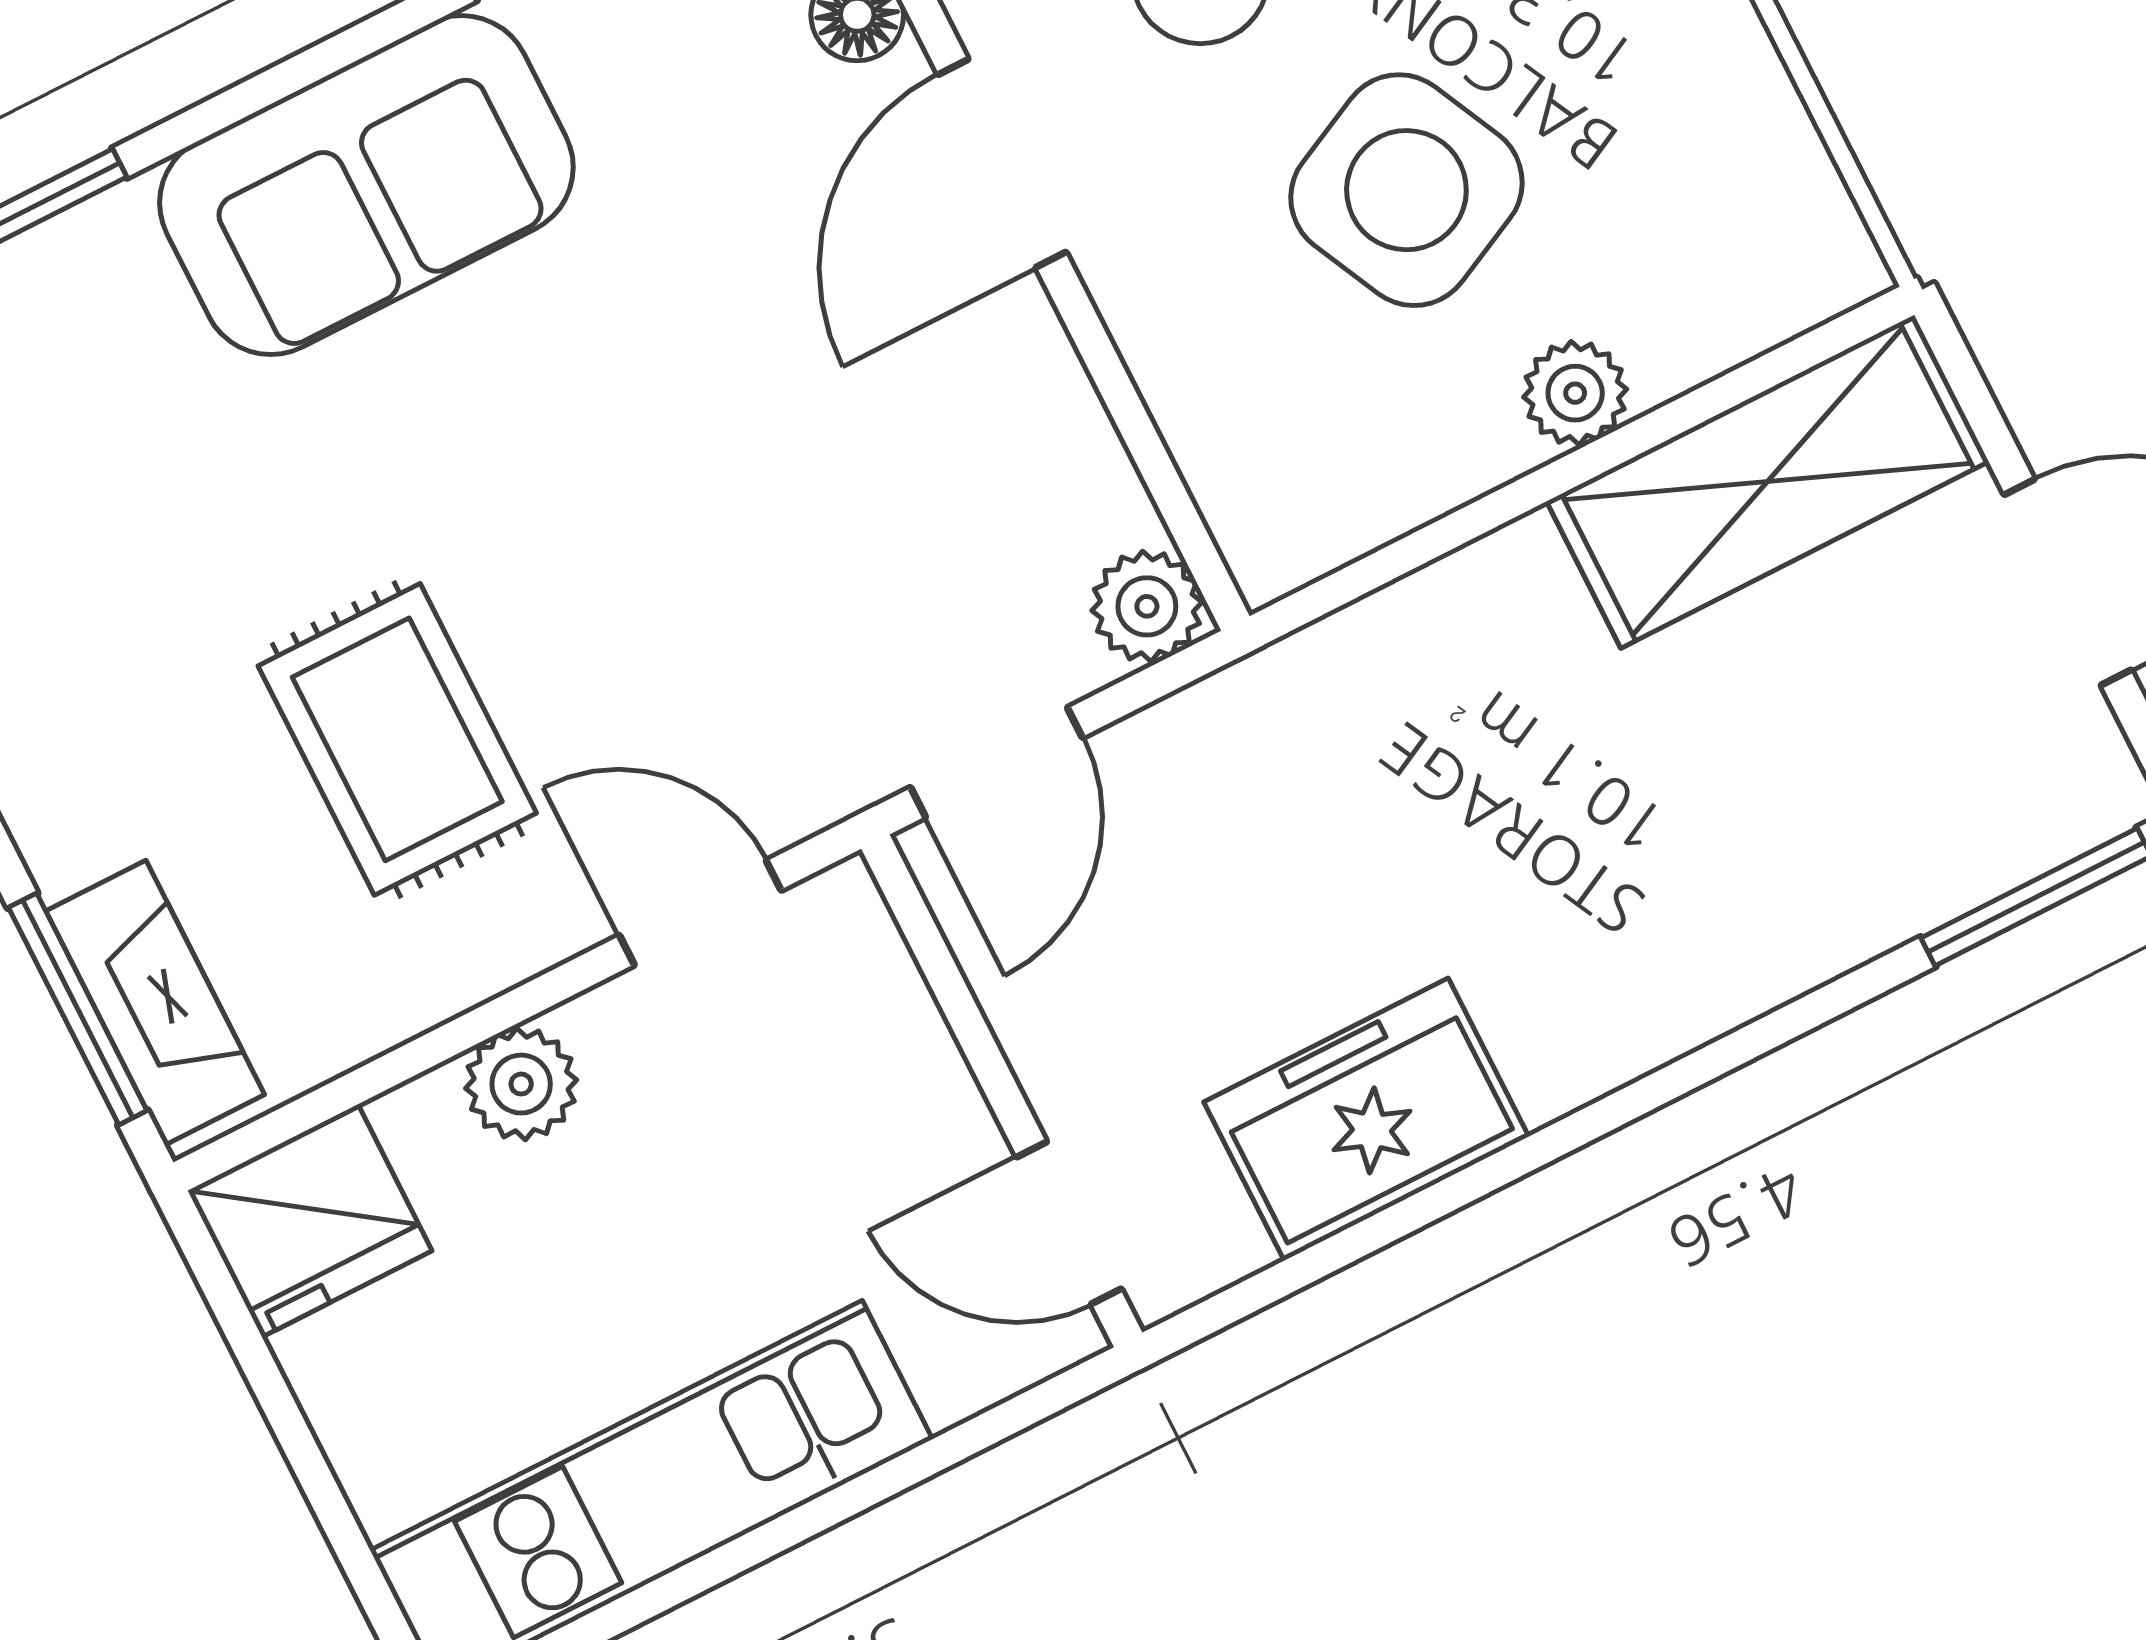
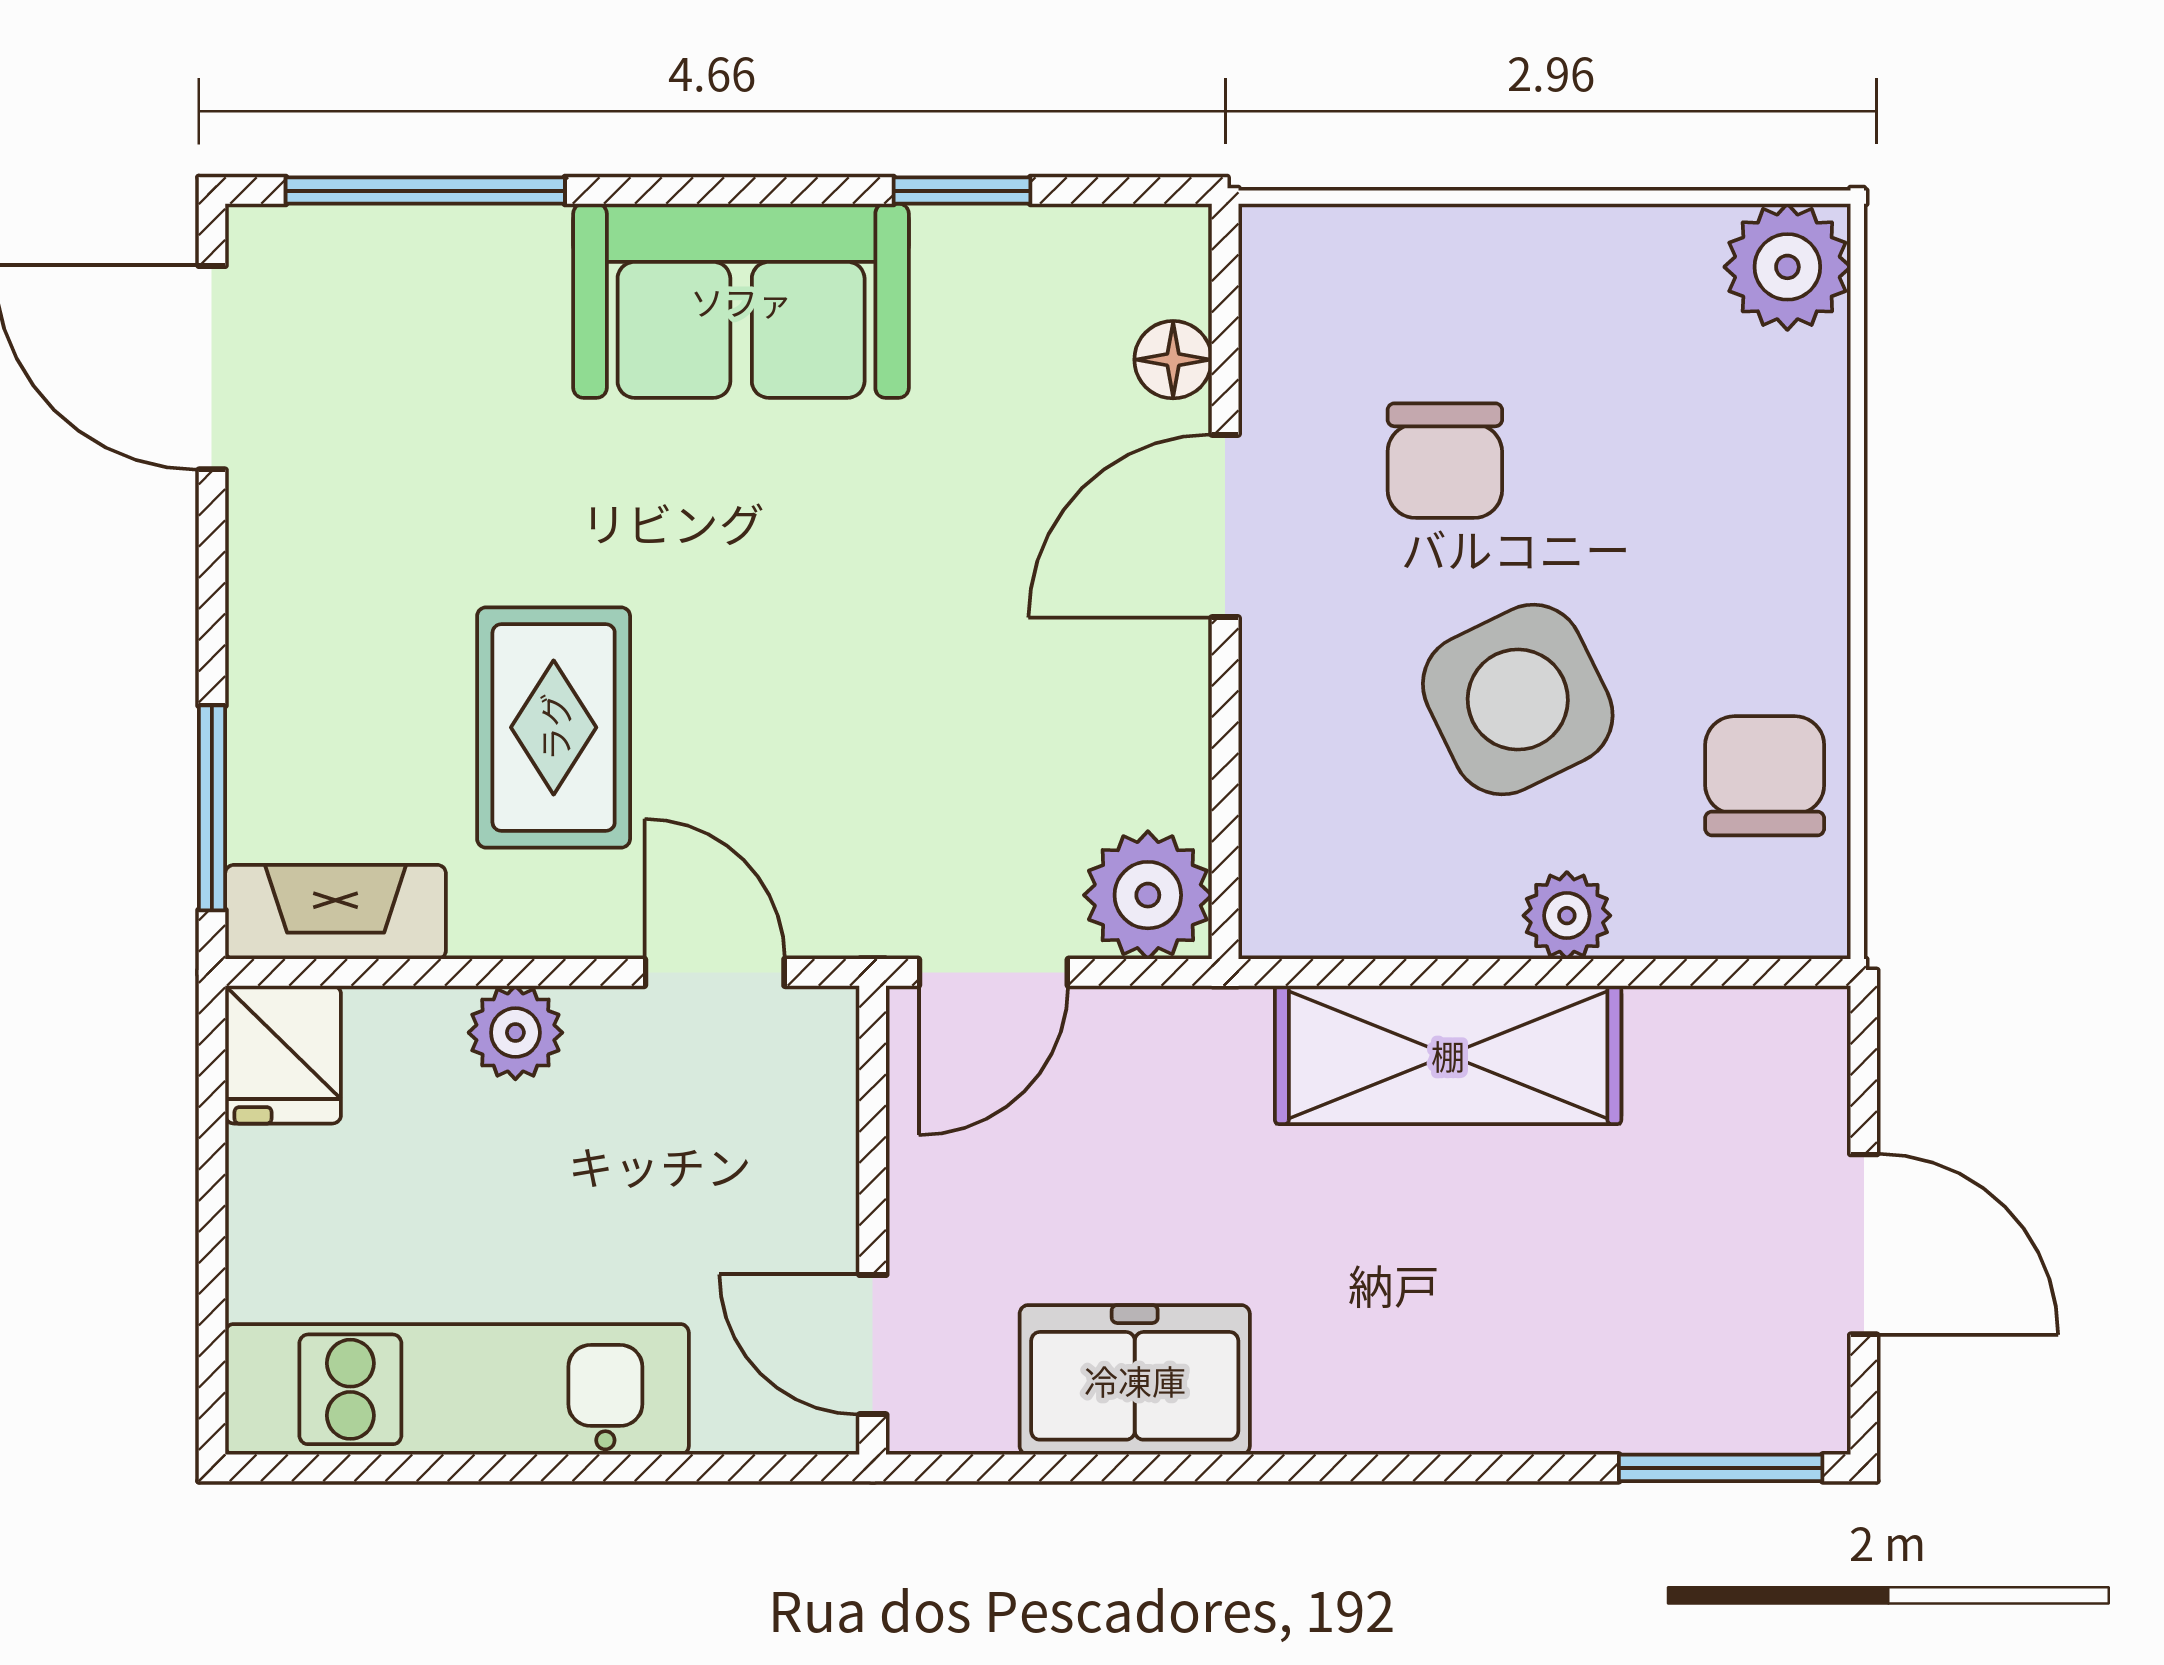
chair: (1710, 138) -> (1765, 776), added
shelving: (1768, 481) -> (1448, 1055), moved
plant: (1147, 606) -> (1148, 895), width x1.38, depth x1.38
fireplace: (155, 1003) -> (336, 912), moved, turned -90
fridge: (310, 1221) -> (283, 1055), width x0.72

